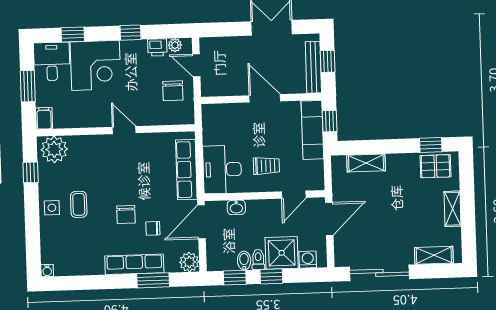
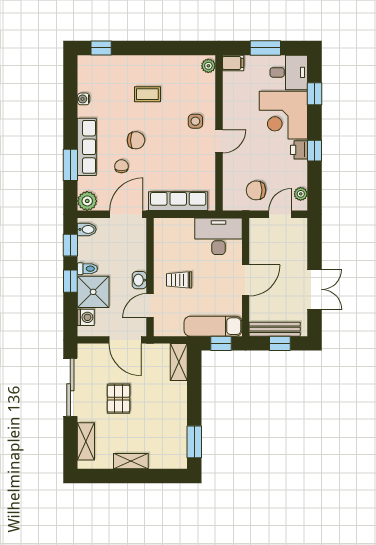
printer: (157, 47) -> (299, 150), moved
window: (431, 145) -> (194, 442), width x1.50
plant: (54, 149) -> (208, 66), width x0.53, depth x0.53
shelving: (366, 163) -> (179, 362), moved
trolley: (266, 166) -> (179, 280), turned 90
pallet: (435, 166) -> (119, 399), moved
desk: (222, 169) -> (218, 236), moved
window: (31, 172) -> (101, 48), moved
door: (294, 195) -> (150, 306), hinge flipped
washbasin: (236, 207) -> (139, 280), moved
side table: (52, 208) -> (195, 121), moved
chair: (126, 215) -> (136, 140), turned 180
door: (202, 222) -> (126, 214), hinge flipped
bidet: (244, 261) -> (87, 229), moved
water cooler: (47, 271) -> (84, 99), moved

